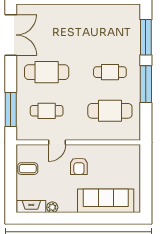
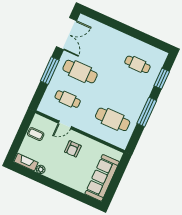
window: (146, 37) -> (162, 79), width x0.69
cafe table: (110, 72) -> (137, 64), moved
window: (11, 109) -> (50, 71), moved
sofa: (106, 201) -> (102, 178), moved, turned -90

